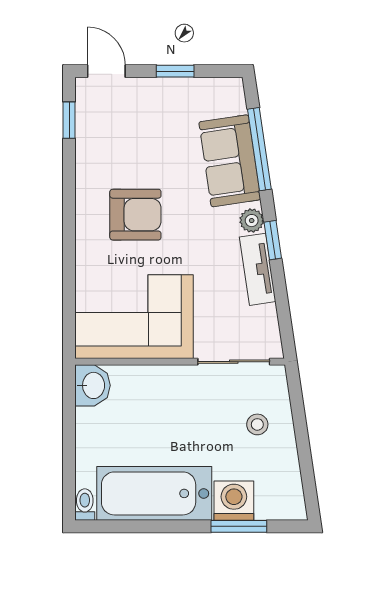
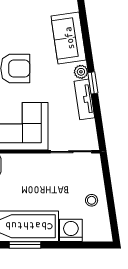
window: (259, 149) -> (85, 31), removed
stool: (257, 424) -> (92, 200), moved
window: (239, 526) -> (25, 245), moved

